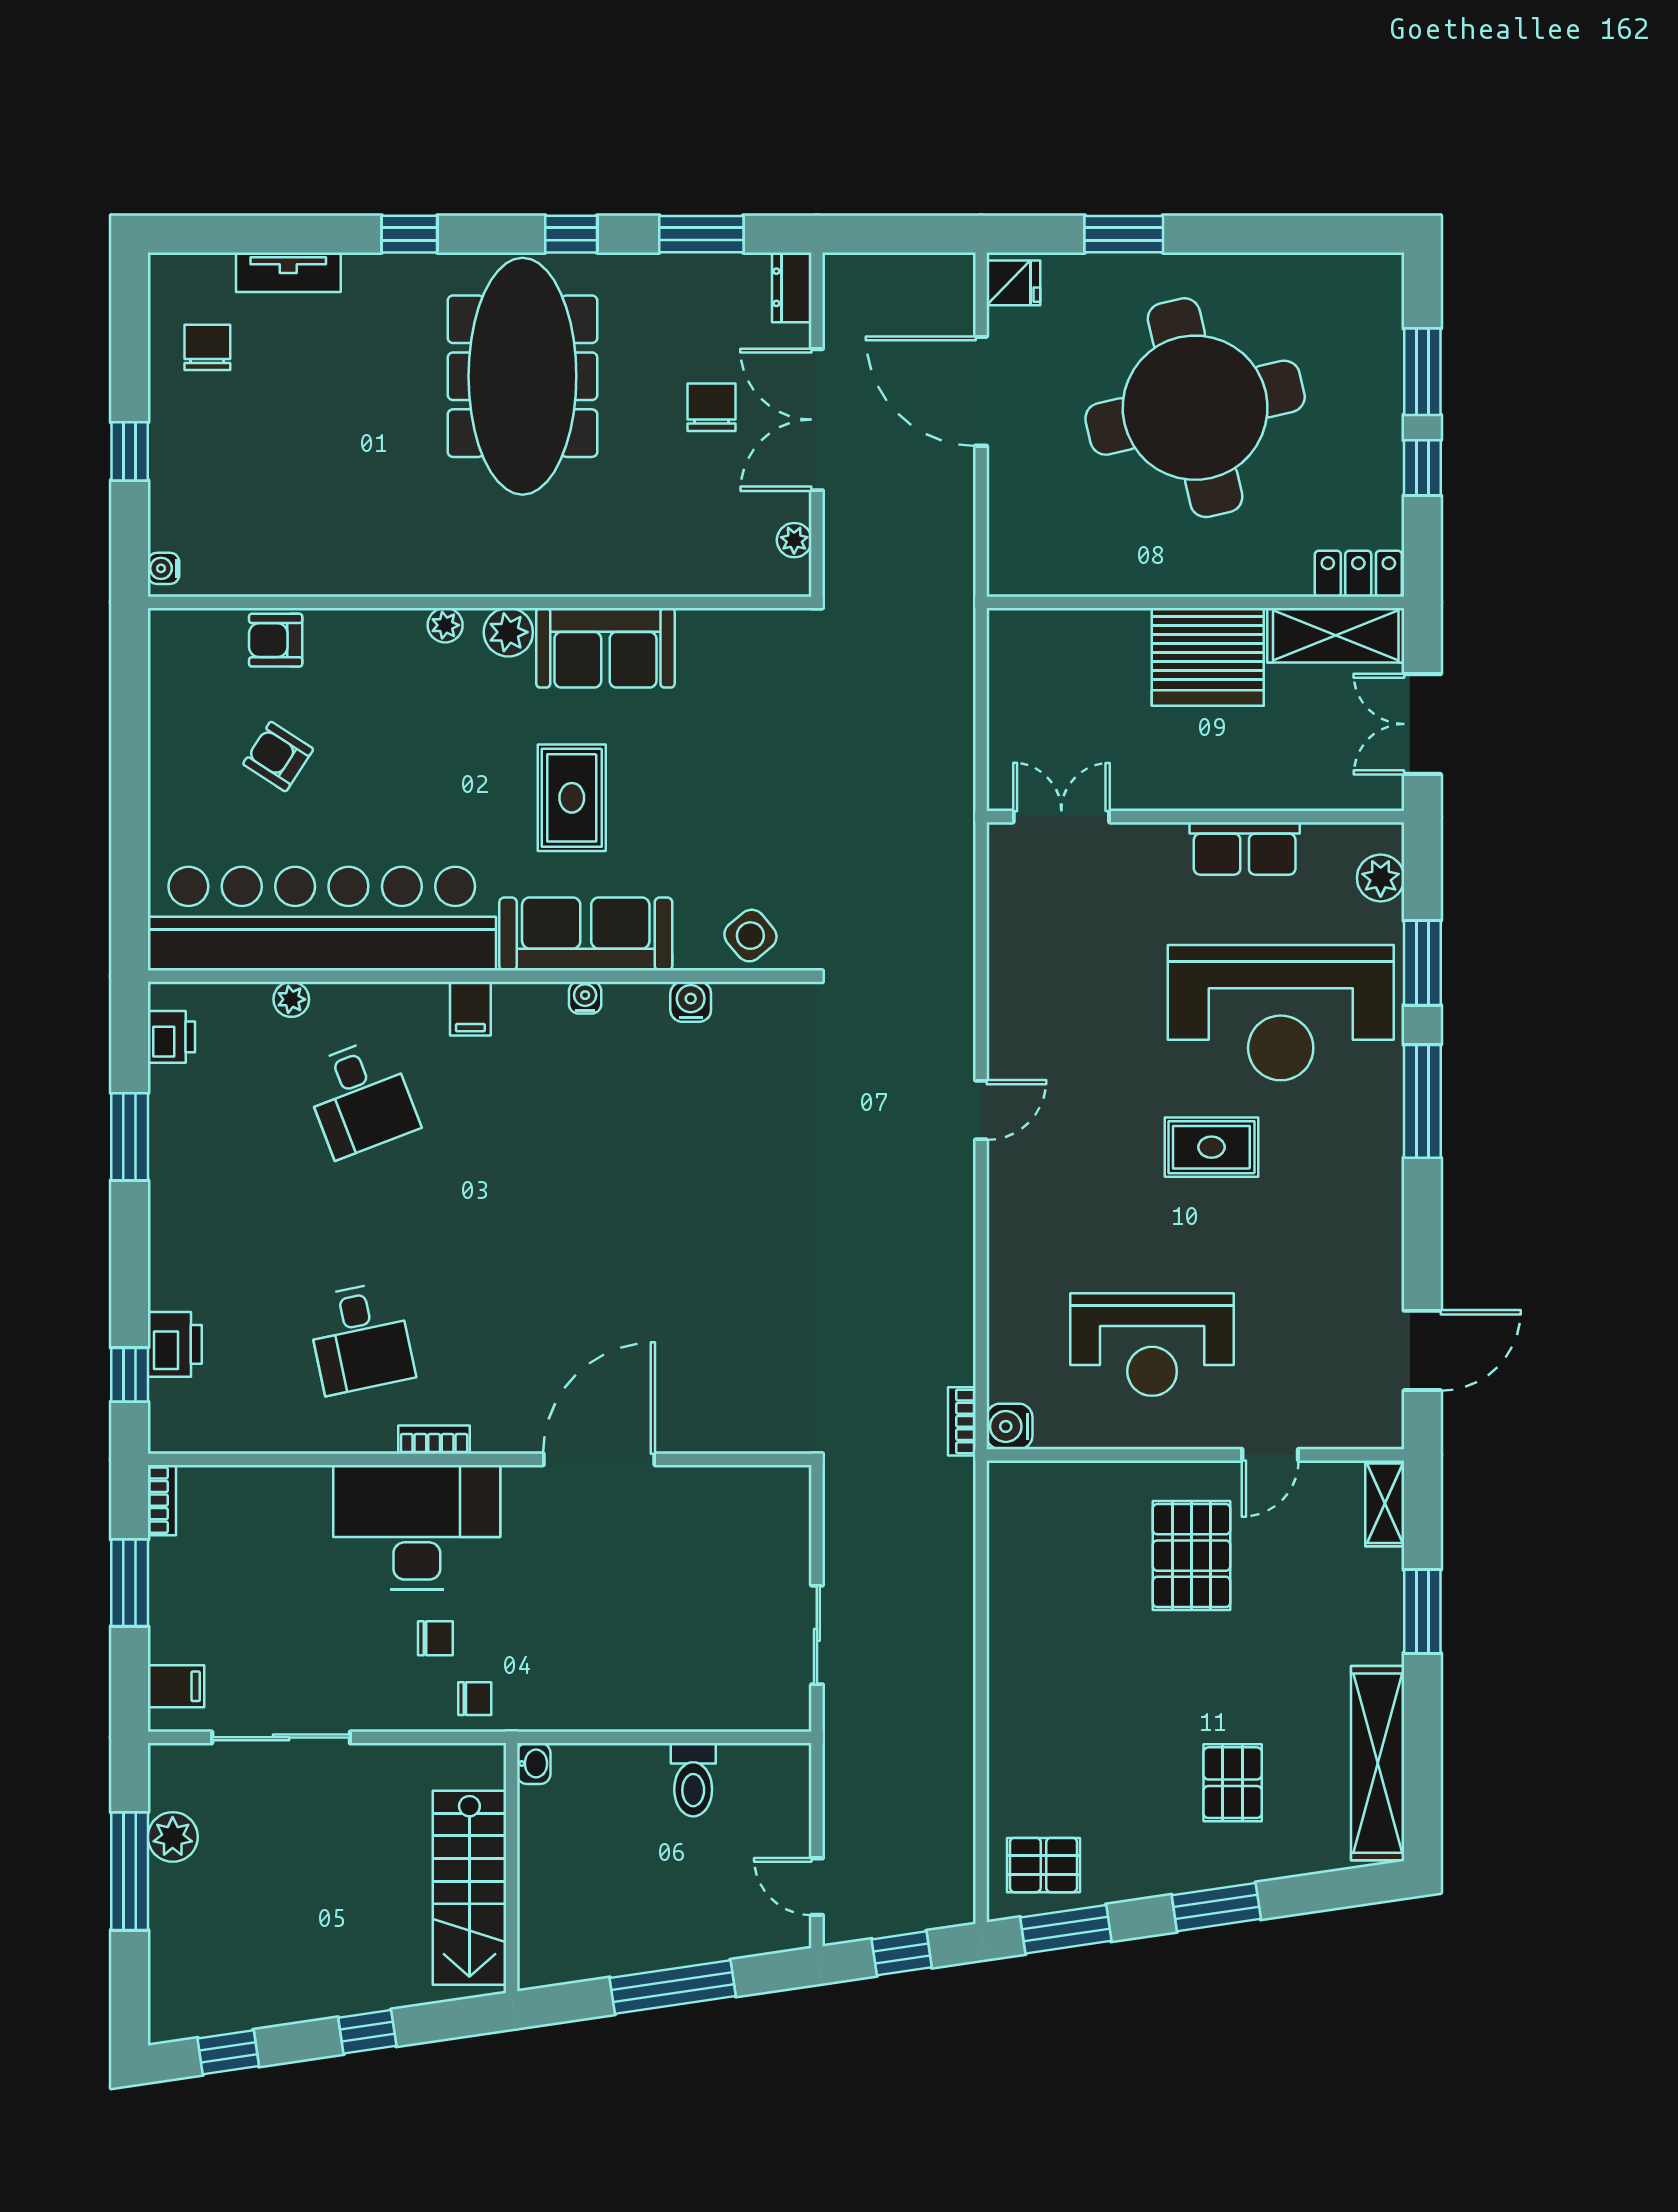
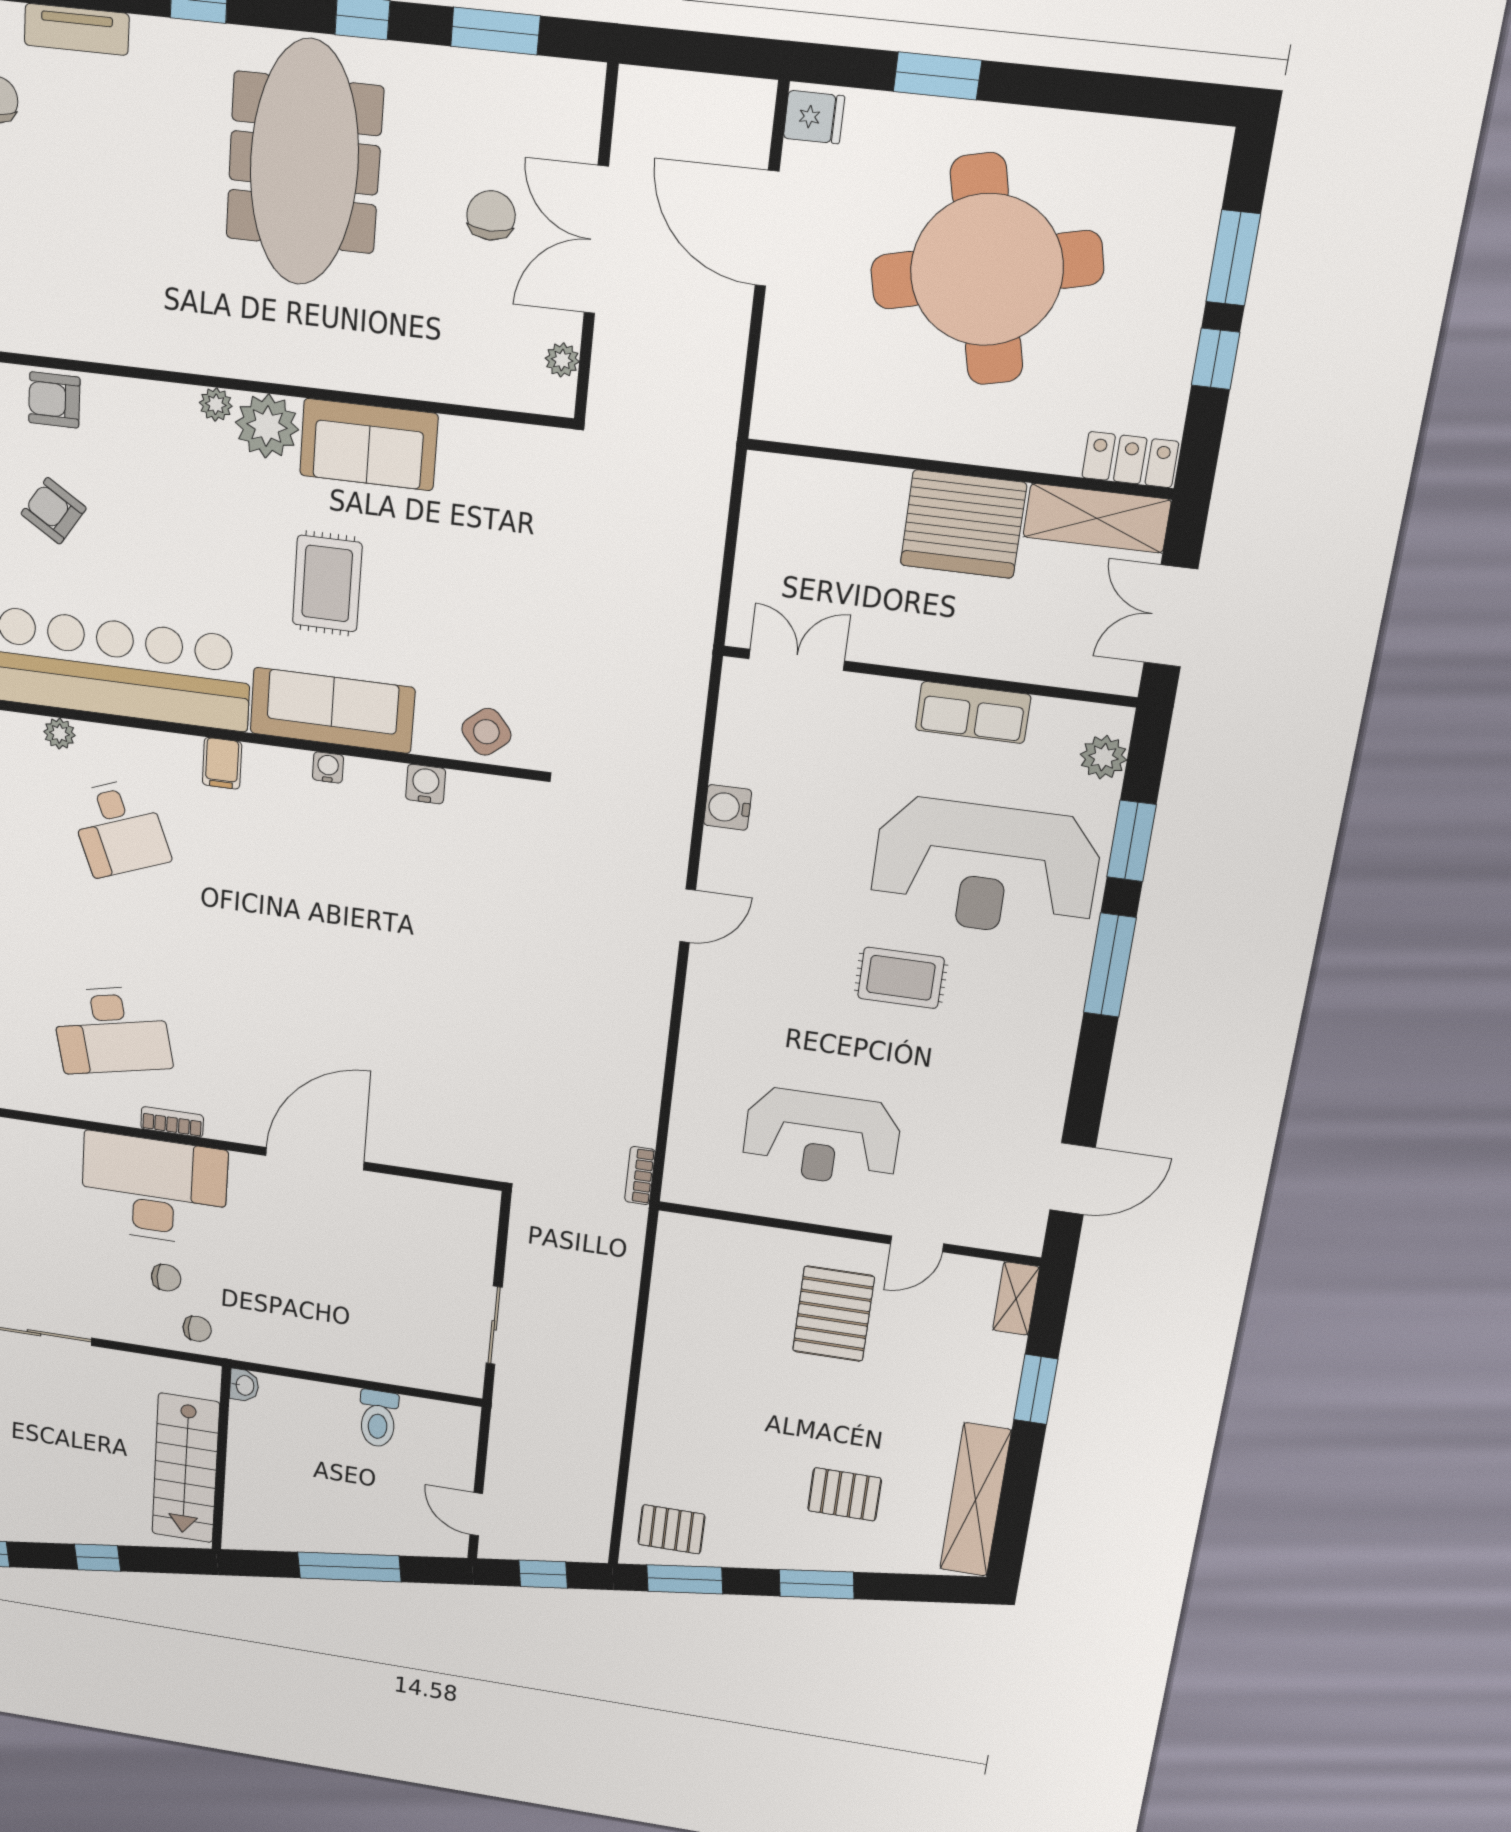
dresser: (792, 287) -> (584, 98), removed
plant: (508, 632) -> (267, 426), width x1.36, depth x1.36
desk: (360, 1338) -> (111, 1030), width x1.37
water cooler: (1009, 1426) -> (728, 807), moved
pallet: (1233, 1783) -> (845, 1494), turned 90

